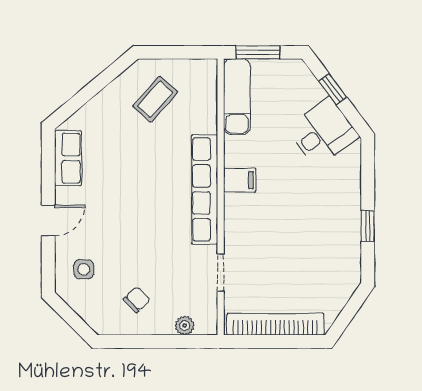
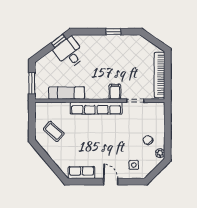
window: (333, 89) -> (59, 41), moved
exam couch: (237, 97) -> (67, 93), moved
filing cabinet: (240, 180) -> (115, 92), moved
plant: (185, 326) -> (160, 153), moved

